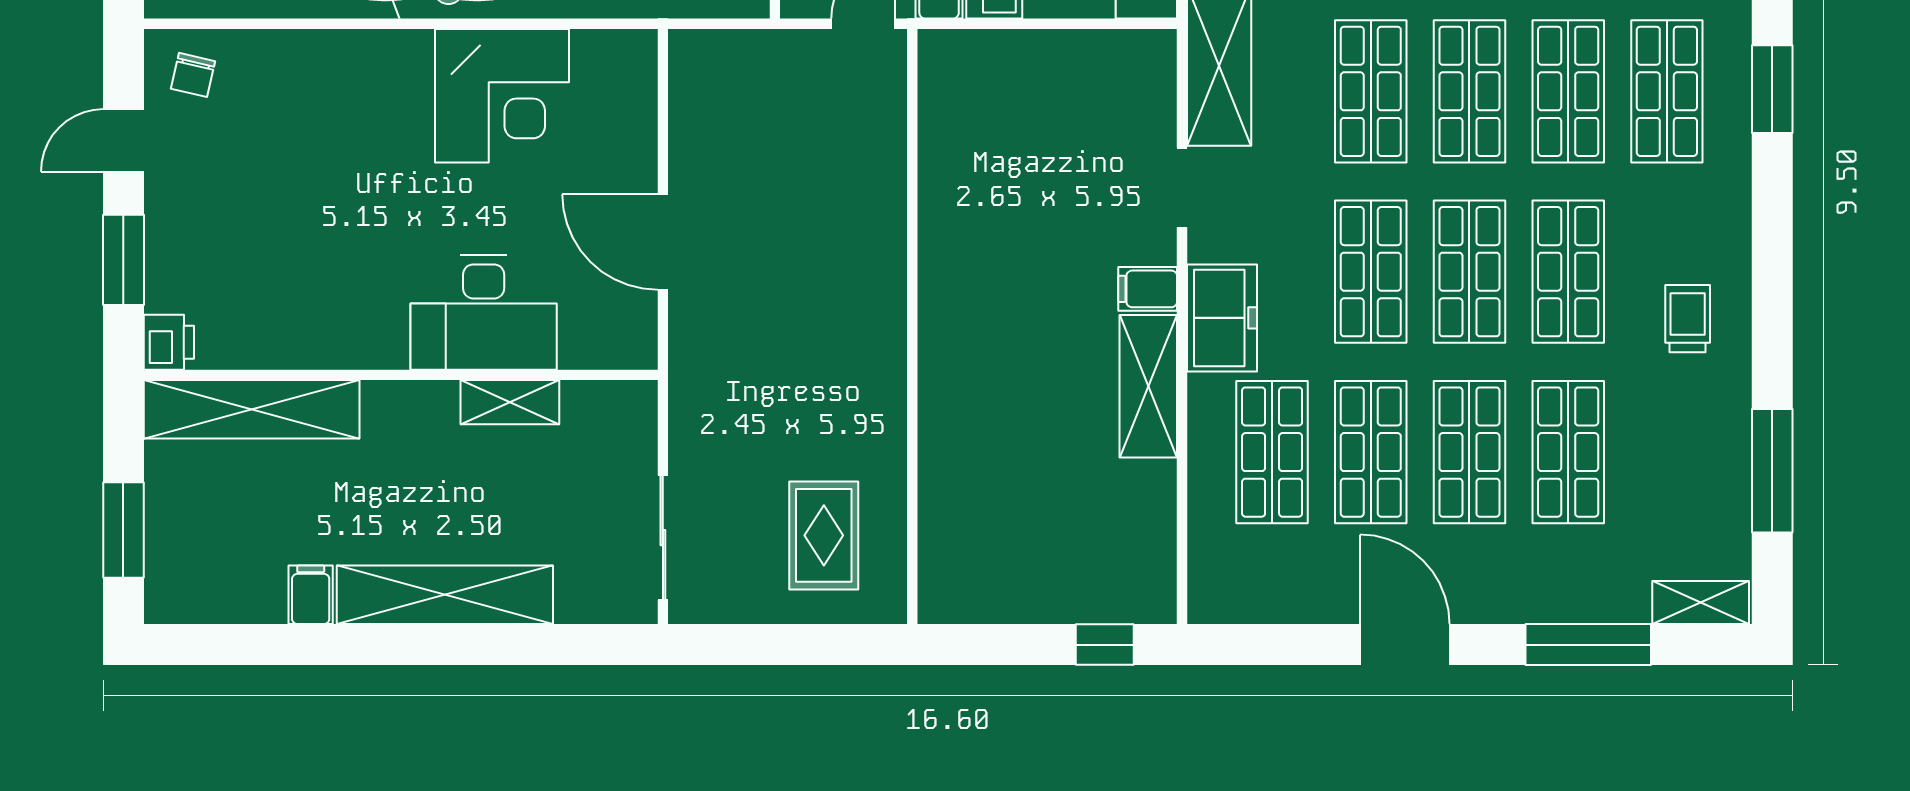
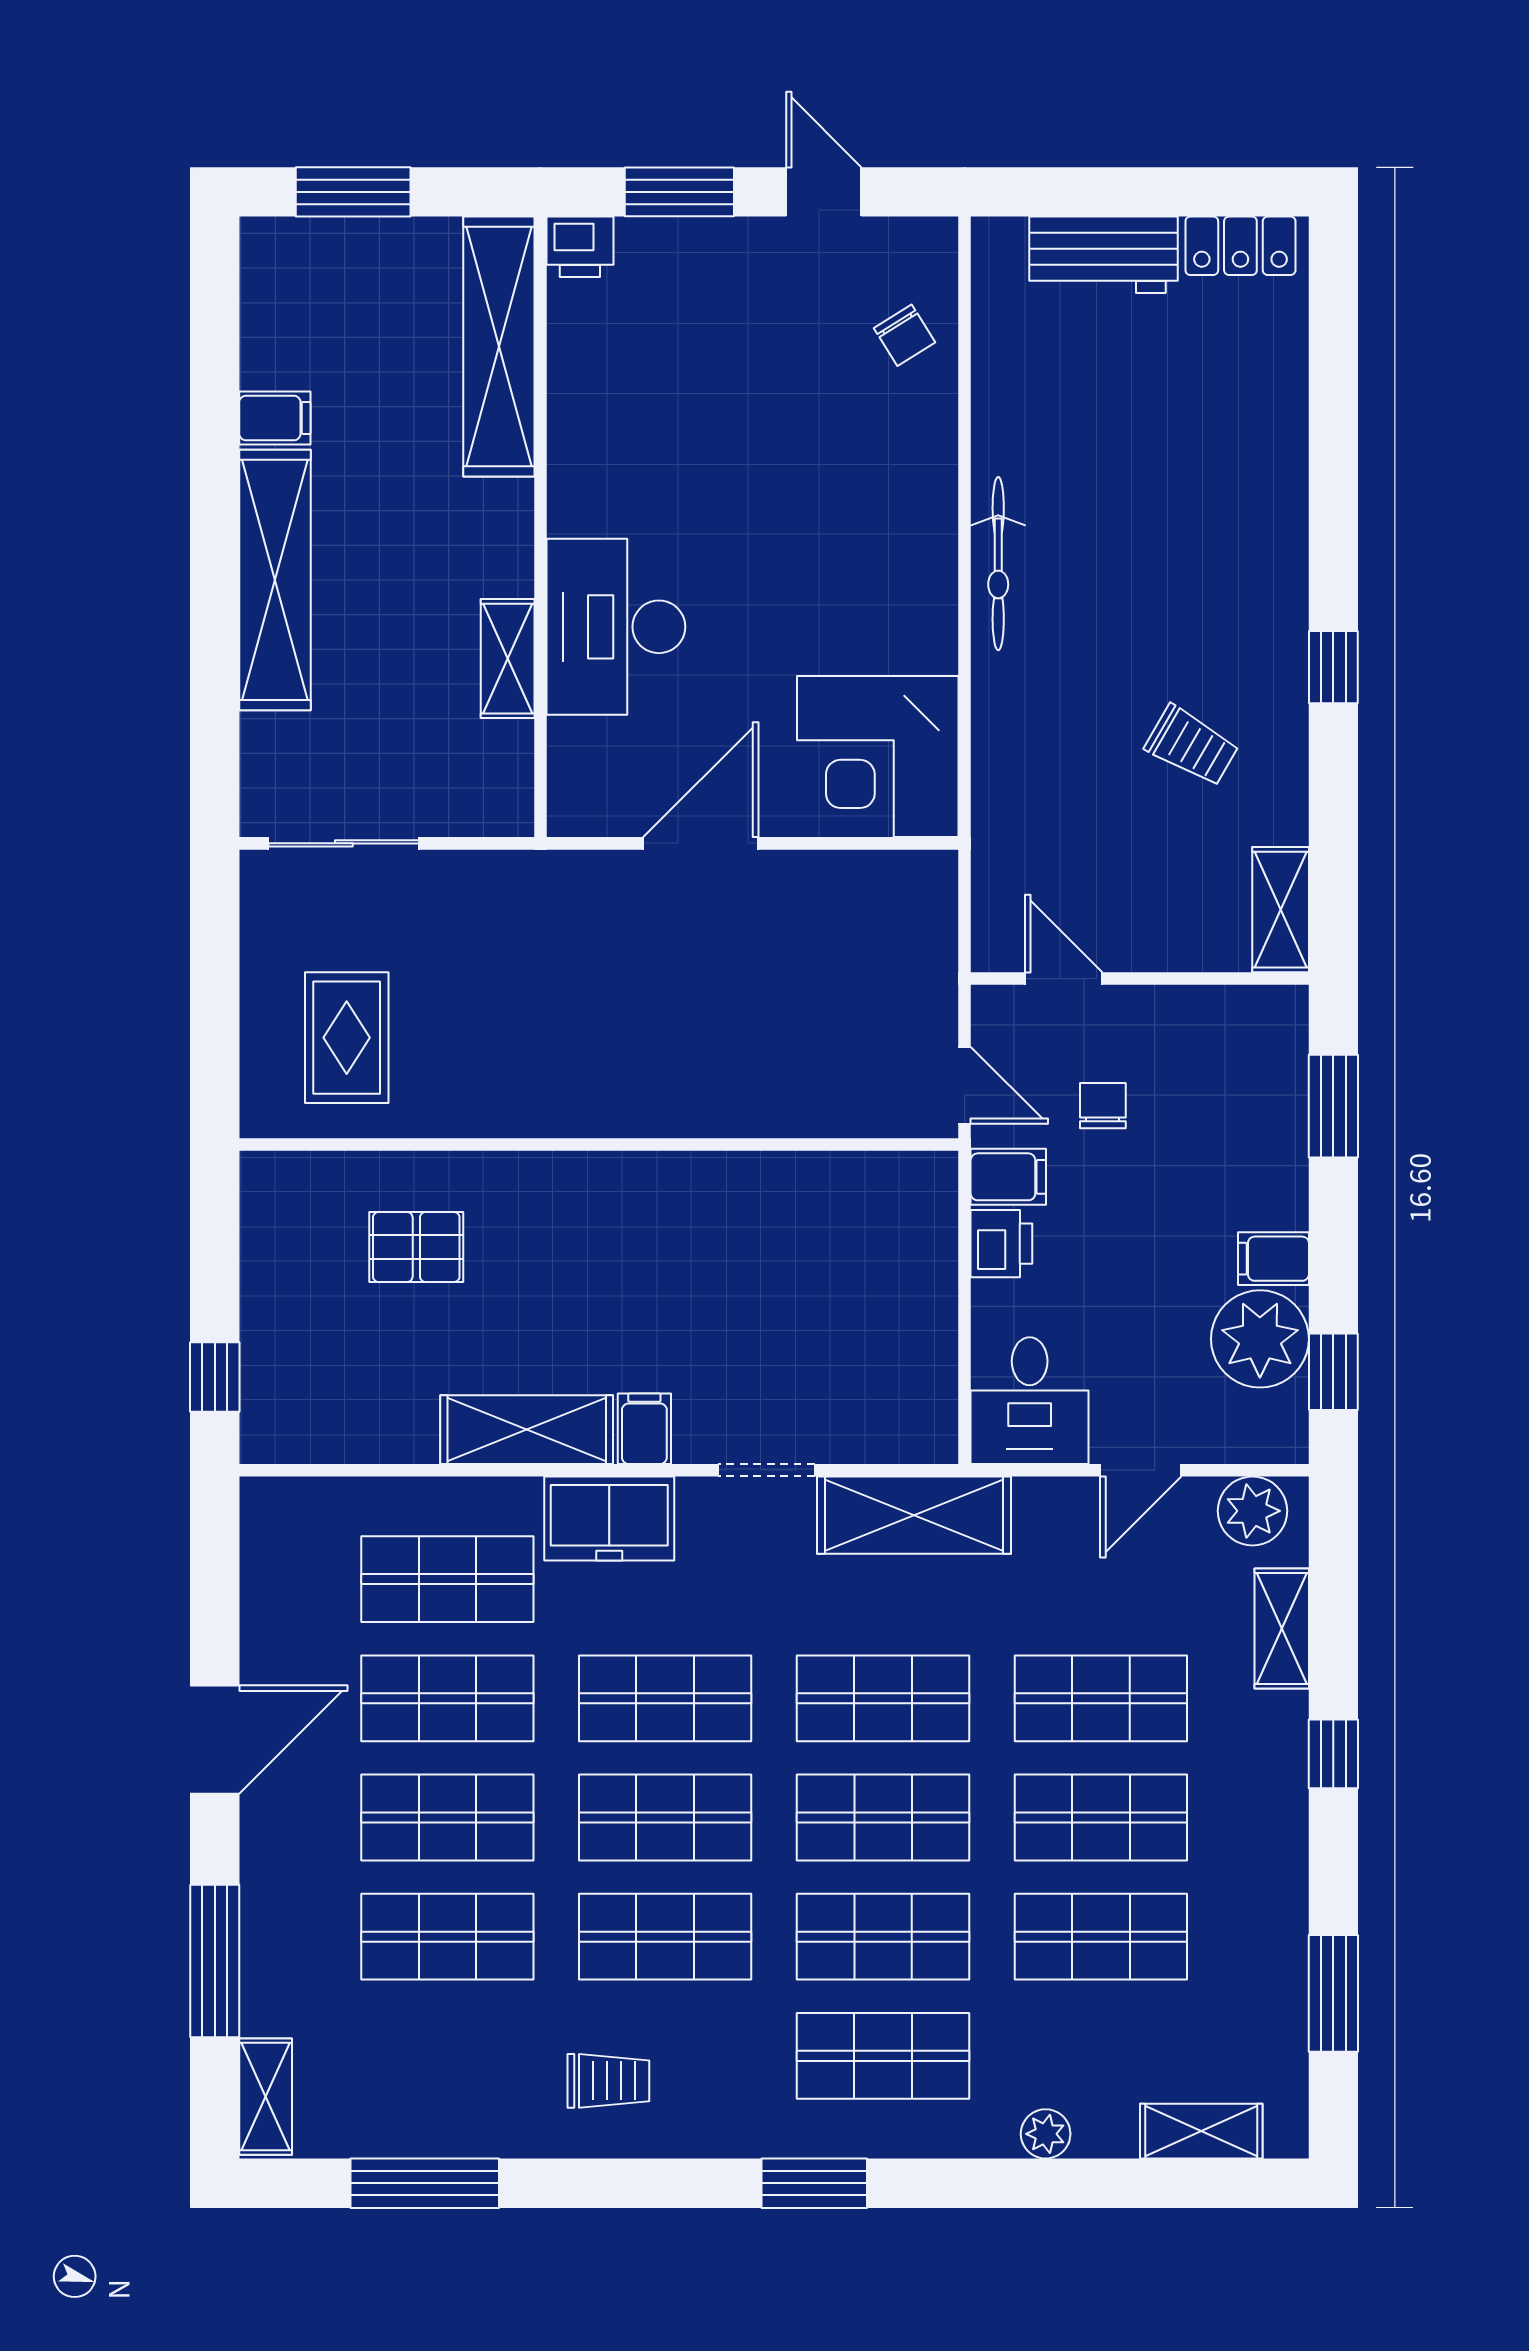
chair: (193, 75) -> (904, 335), moved, turned -135
window: (1772, 89) -> (814, 2183), moved
corner desk: (502, 96) -> (878, 756), moved
pallet: (997, 478) -> (416, 1247), added
rug: (824, 535) -> (347, 1038), turned 90

